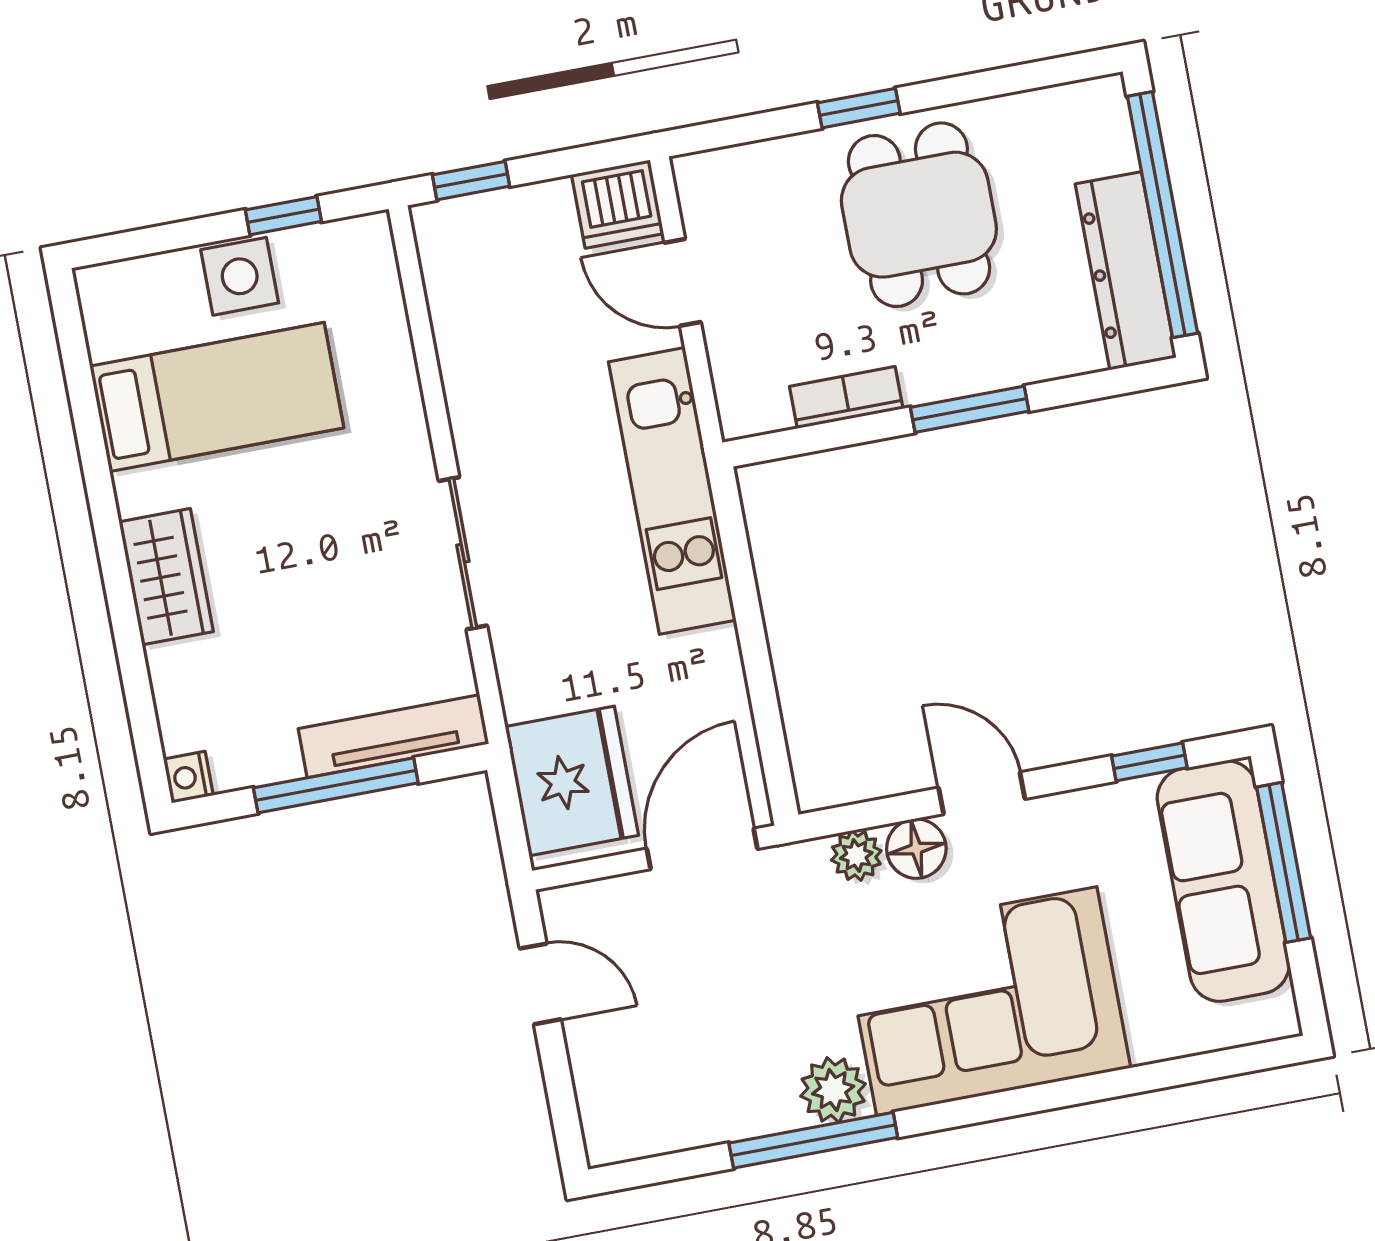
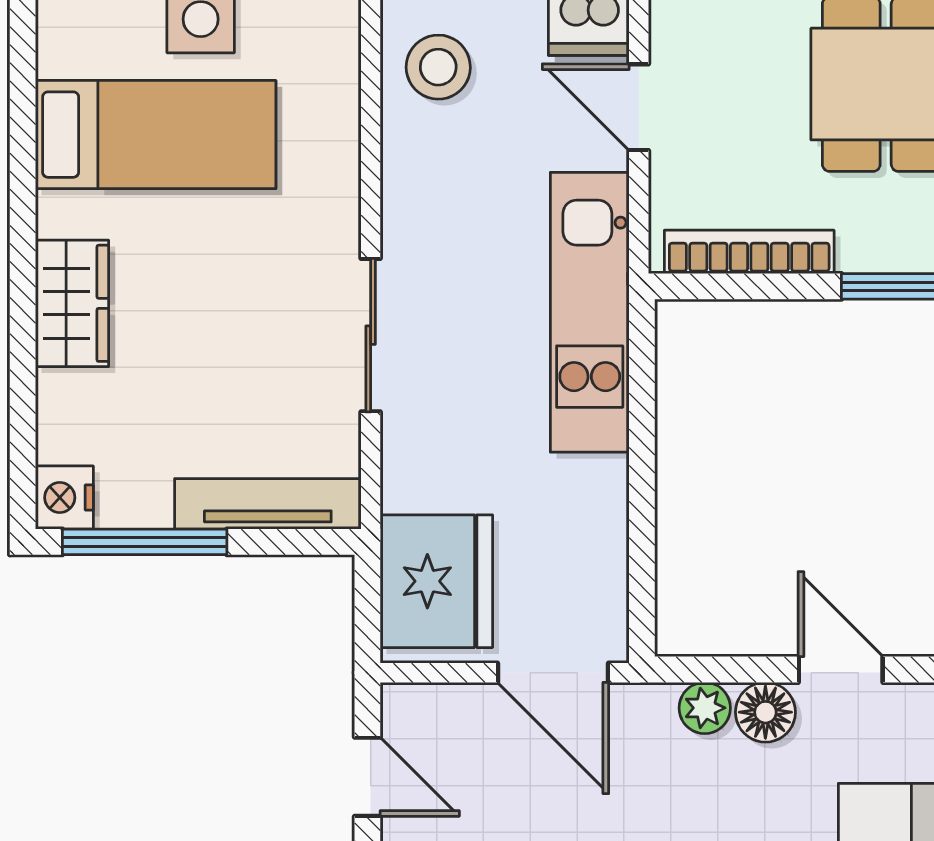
stool: (480, 280) -> (438, 67), added
bookcase: (846, 398) -> (749, 252), width x1.56
nightstand: (188, 777) -> (64, 498), width x1.39, depth x1.35
window: (336, 785) -> (145, 542), moved
door: (702, 849) -> (553, 673), swing flipped

